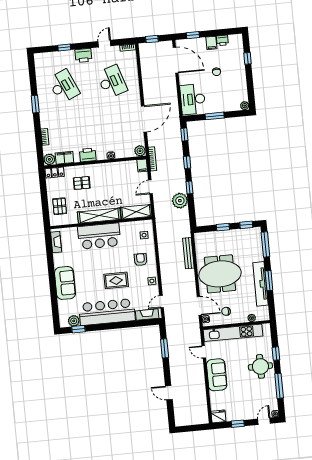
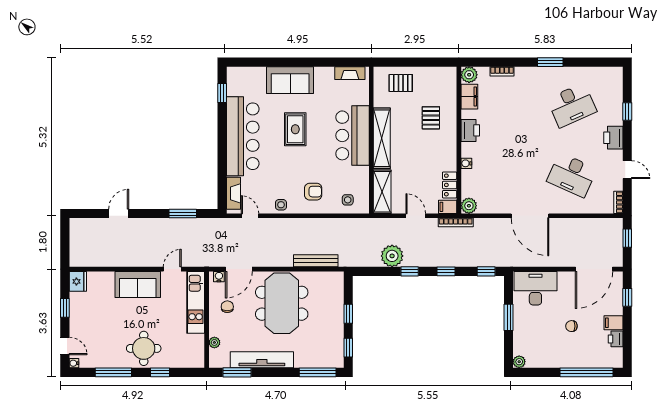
window: (248, 58) -> (586, 372), width x3.17
desk: (112, 82) -> (572, 175), turned 42
door: (144, 119) -> (530, 216), moved
locker: (55, 173) -> (450, 185), moved
rug: (116, 280) -> (295, 129), moved
window: (269, 281) -> (237, 372), moved
plant: (74, 321) -> (235, 87), removed
kitchen unit: (233, 333) -> (196, 302), width x0.73

